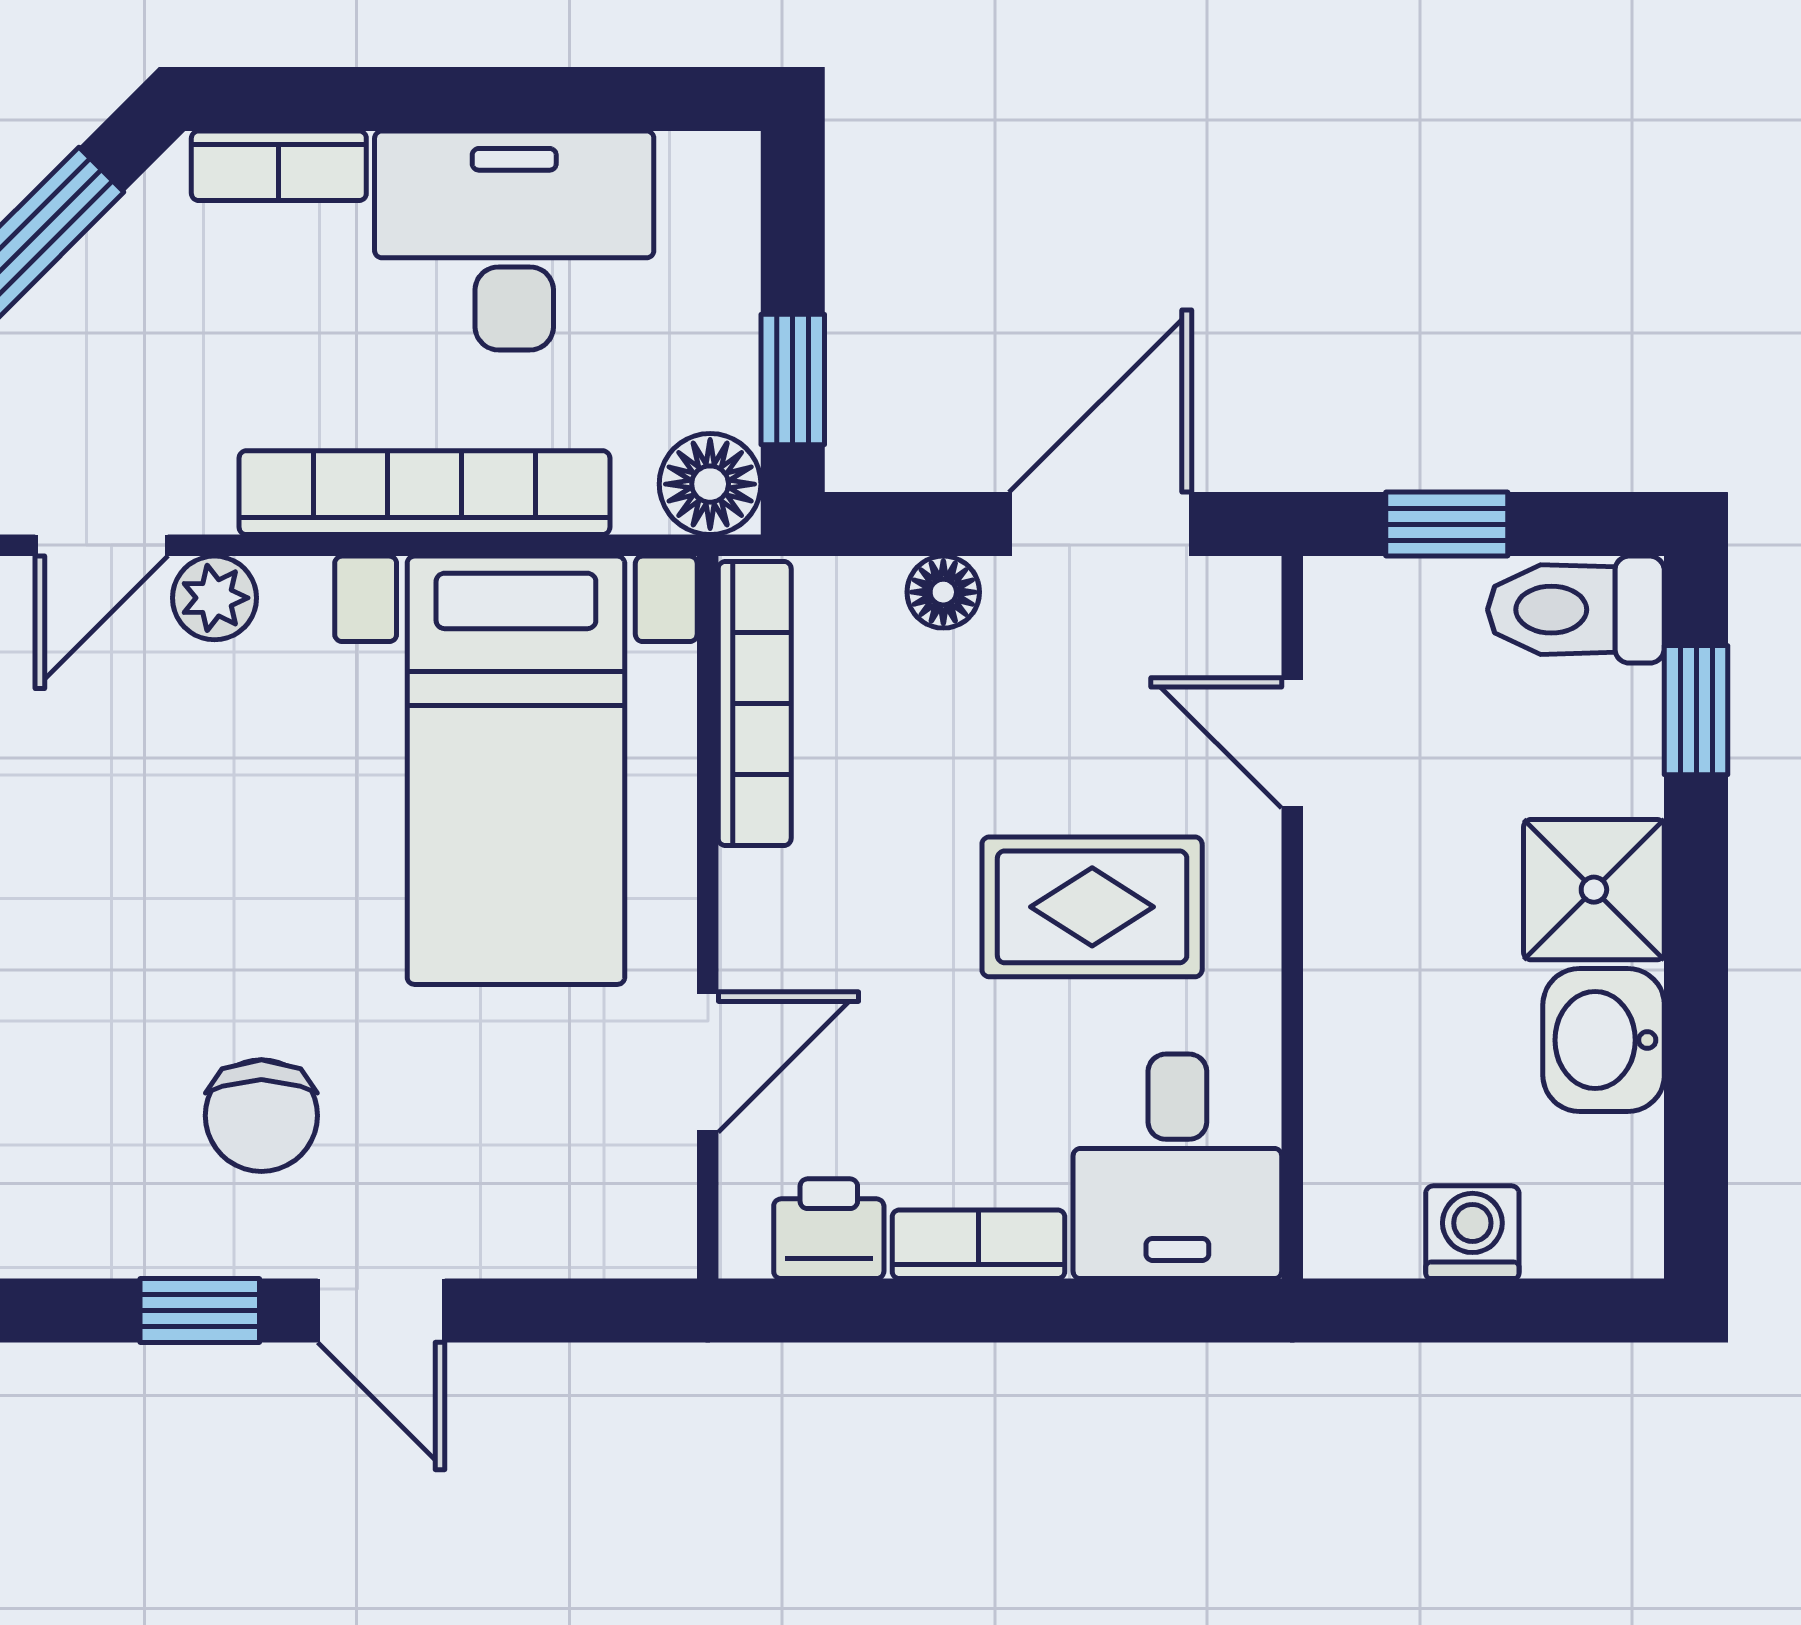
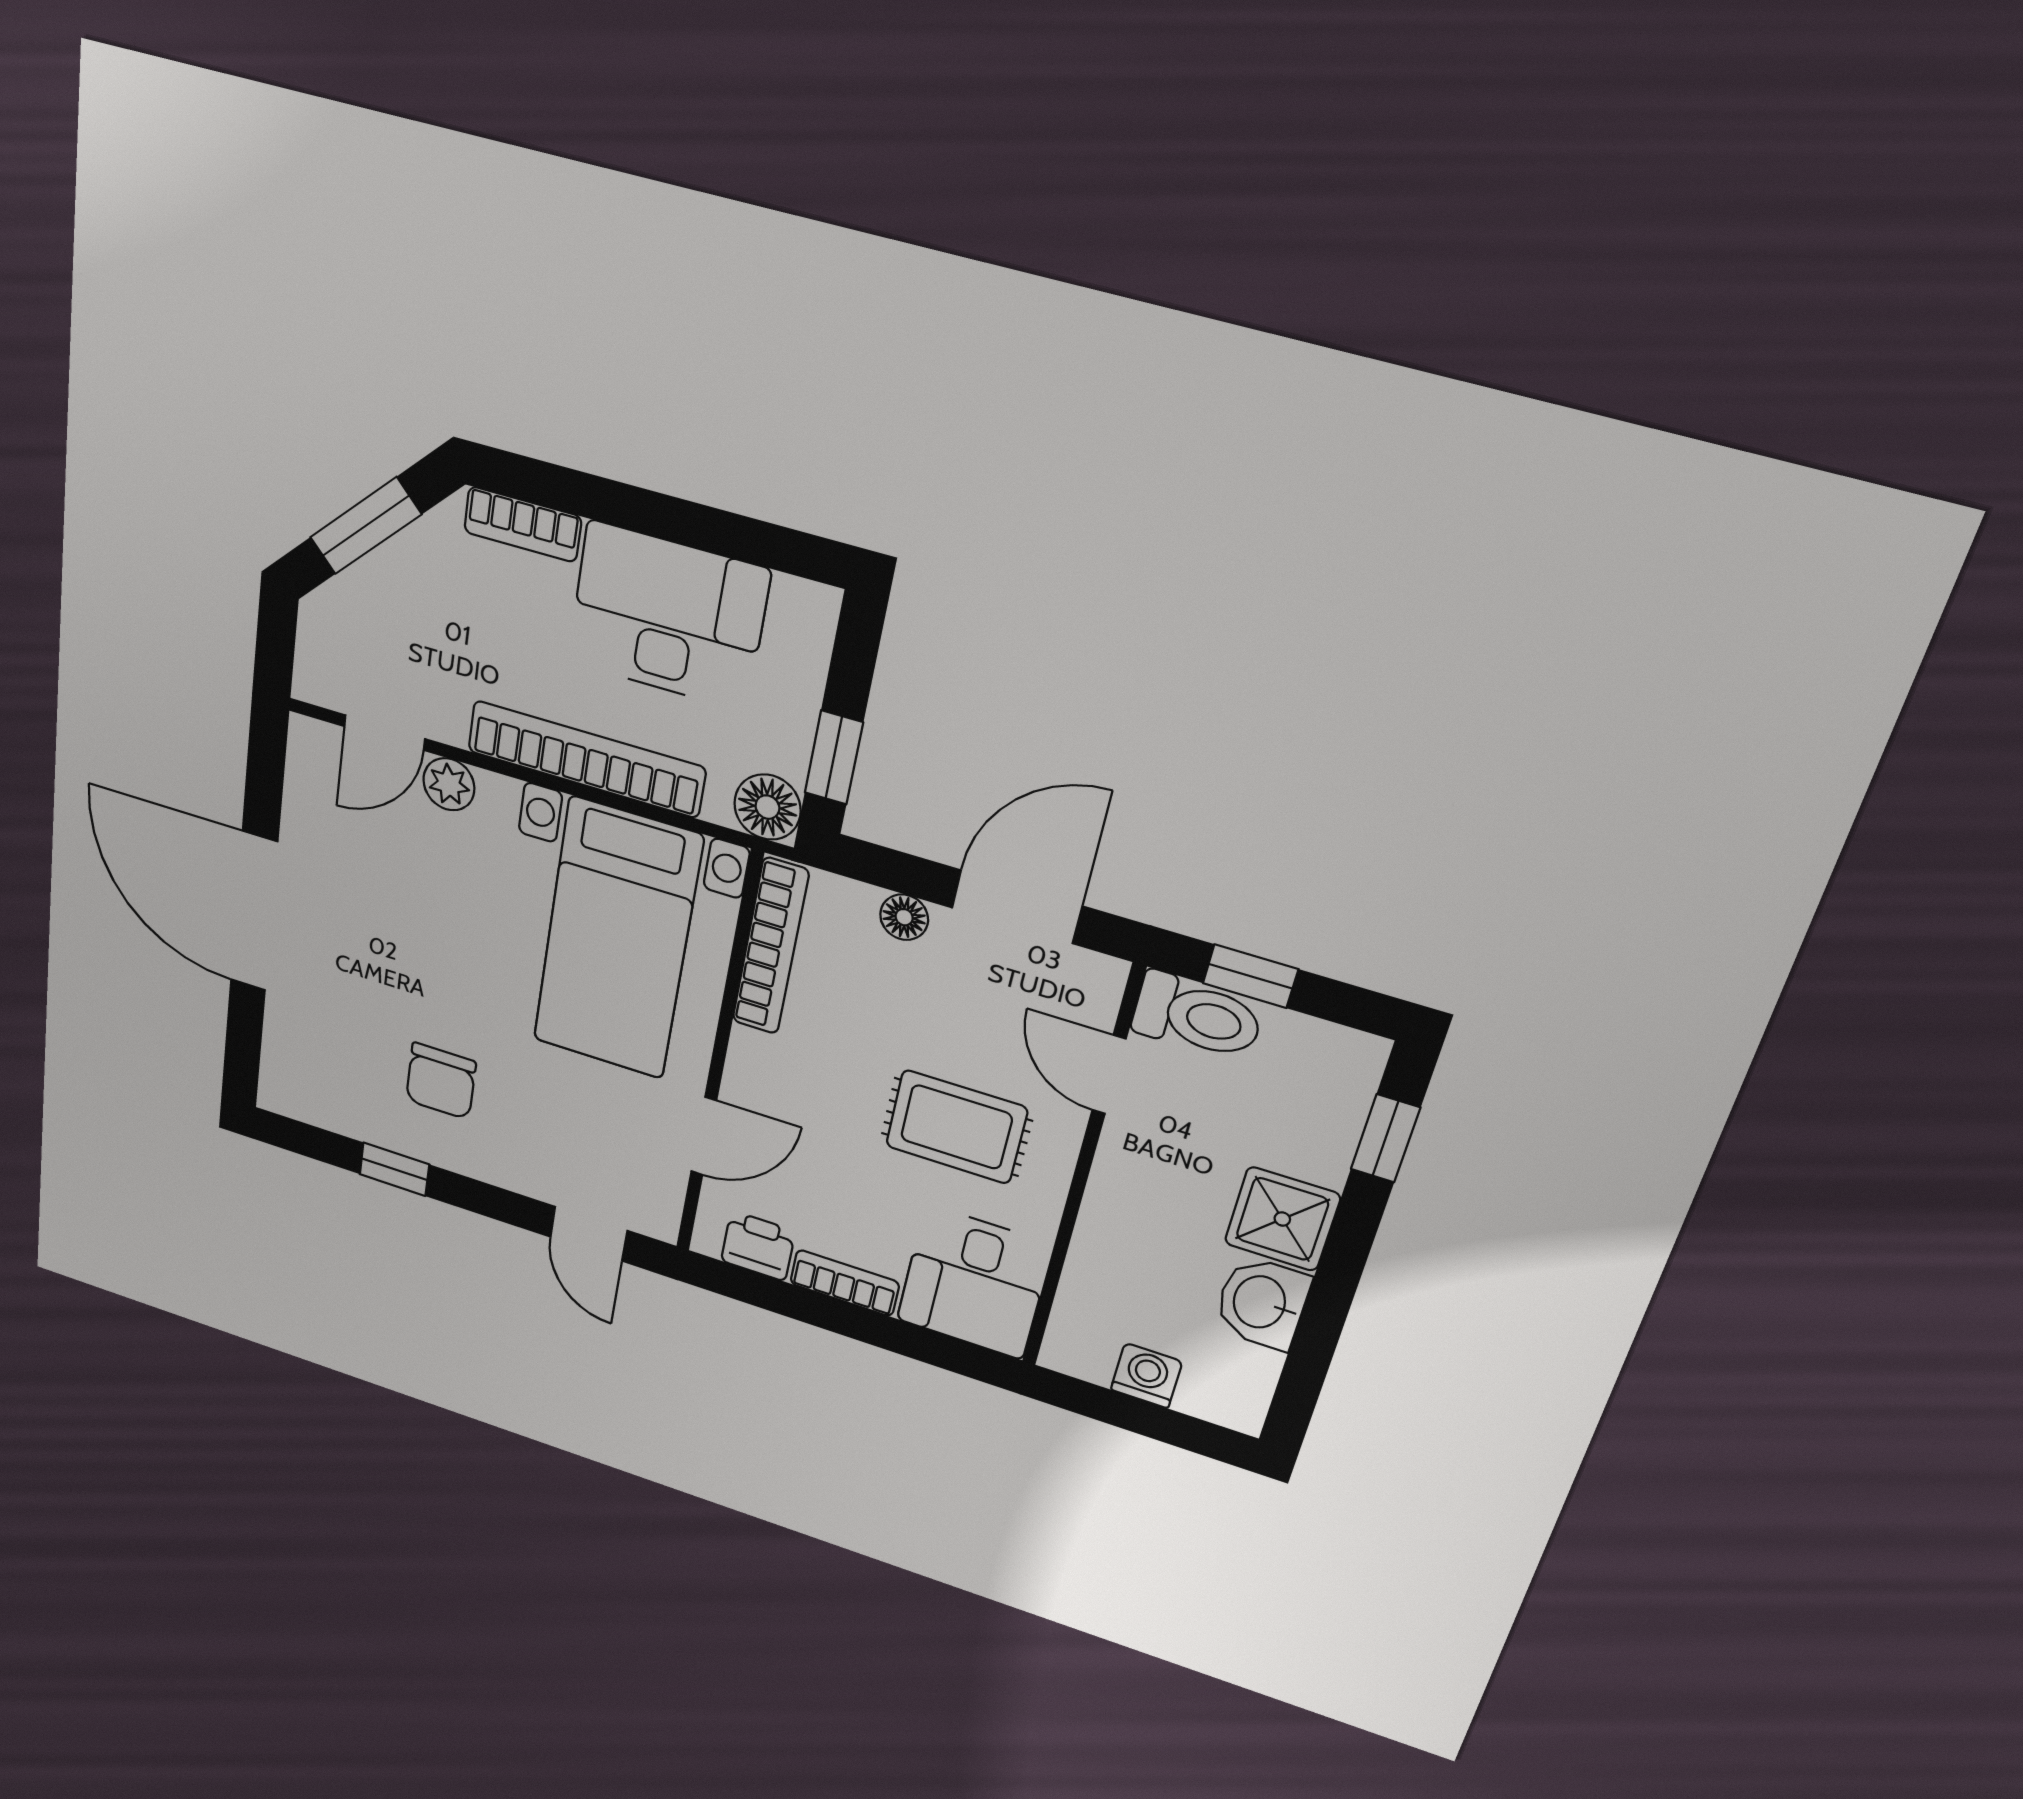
toilet: (1576, 610) -> (1197, 1016), moved, turned 180
door: (381, 1311) -> (589, 1234), moved

